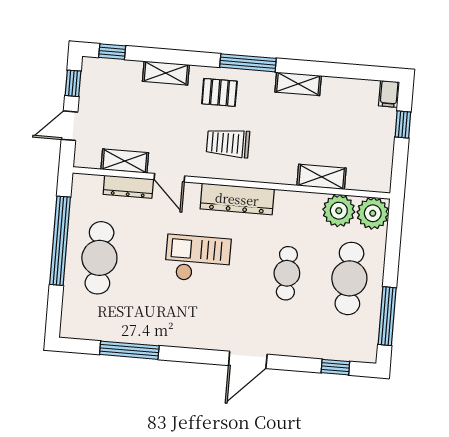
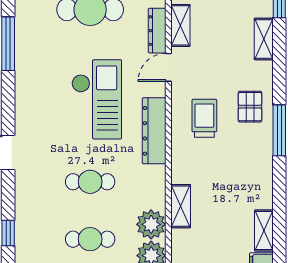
shelving: (166, 73) -> (264, 39), moved
shelving: (298, 84) -> (264, 231), moved
checkout: (198, 259) -> (97, 99), width x1.36, depth x1.21
cafe table: (349, 278) -> (90, 239), width x0.73, depth x0.74

